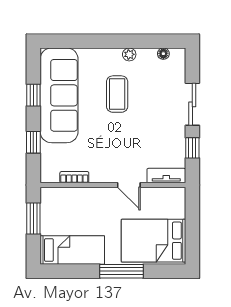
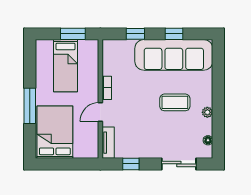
sliding door: (192, 104) -> (179, 164), moved
bookcase: (74, 177) -> (107, 88), moved
bed: (72, 250) -> (66, 66), moved

